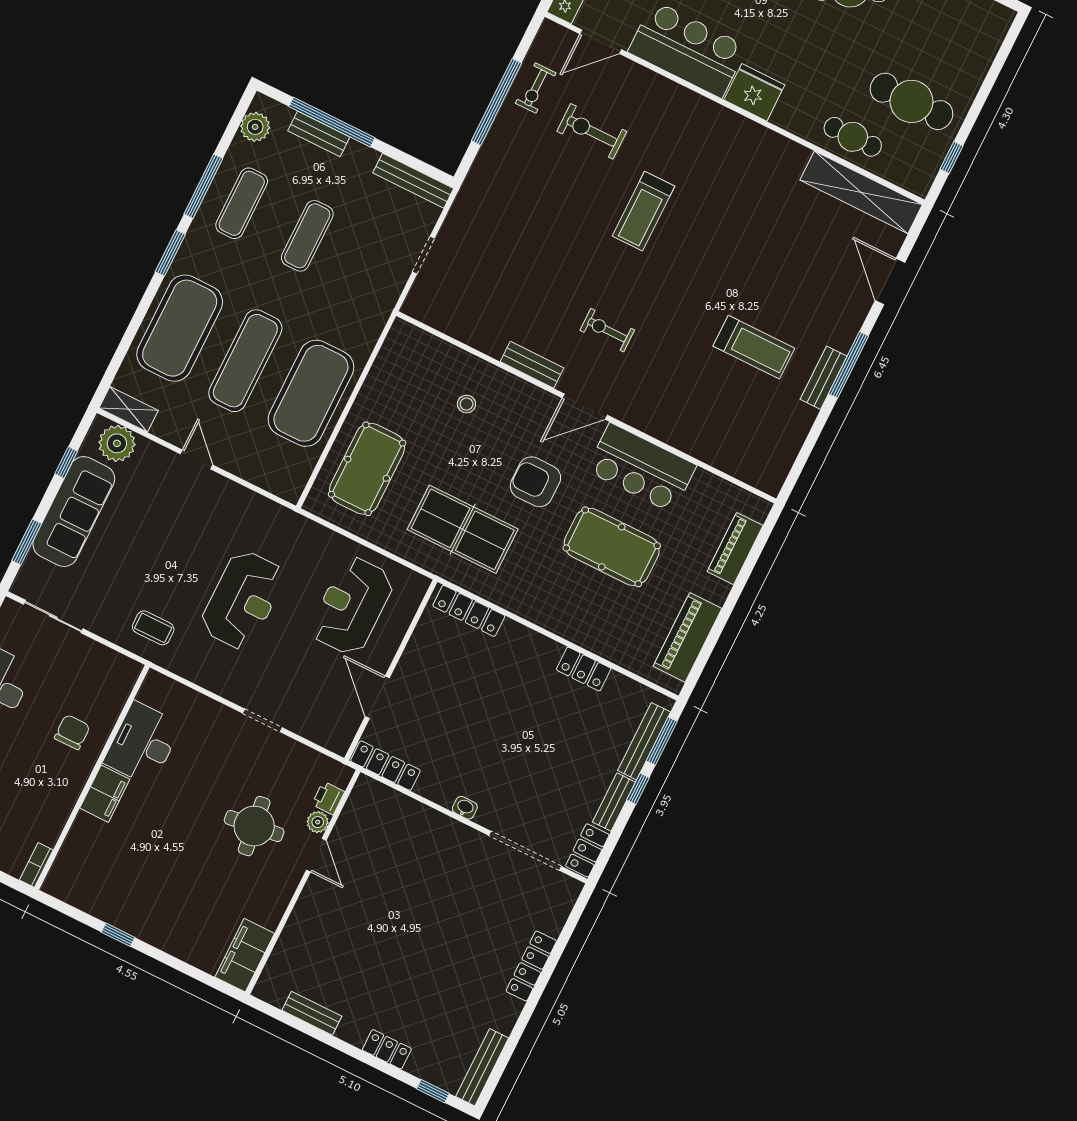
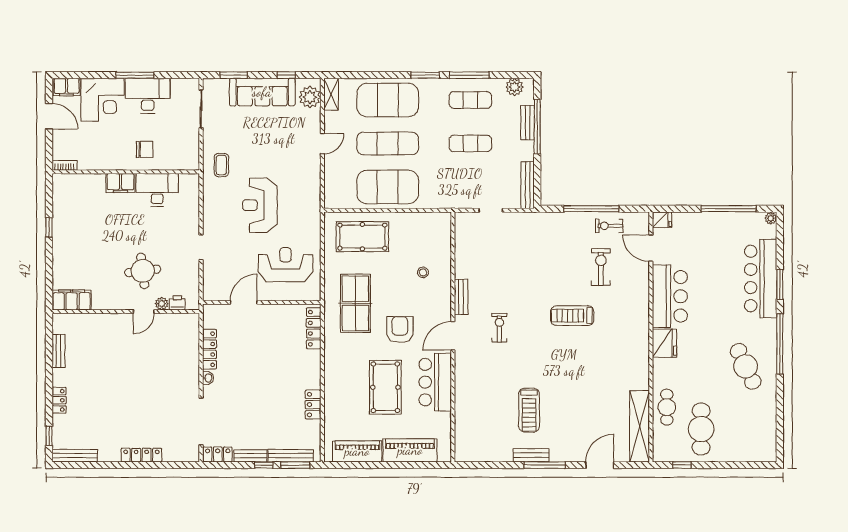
door: (585, 407) -> (453, 336), hinge flipped
piano: (735, 549) -> (410, 450), width x1.37, depth x1.33
reception desk: (243, 600) -> (260, 205), turned 90
locker: (385, 766) -> (209, 349), moved

